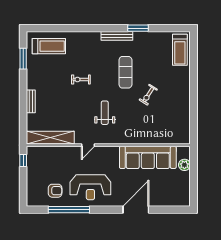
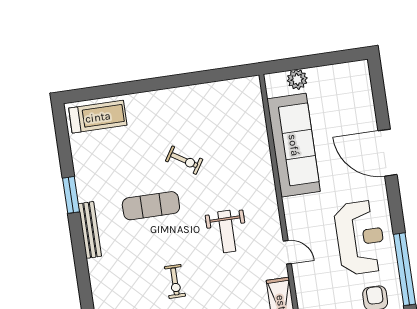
weight bench: (105, 113) -> (227, 231), turned -90

